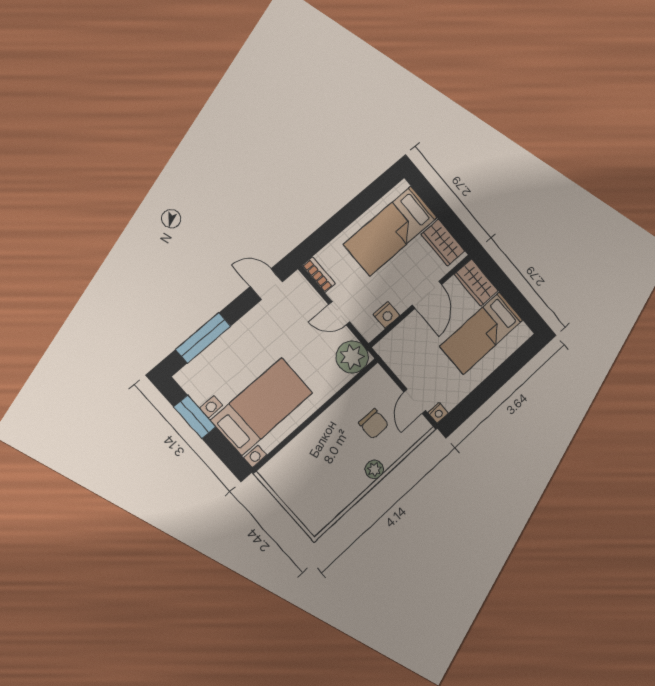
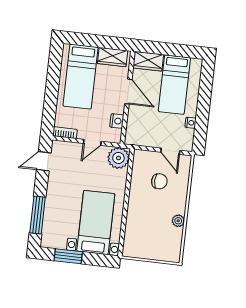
nightstand: (438, 413) -> (191, 123), moved
plant: (374, 469) -> (178, 221), moved

